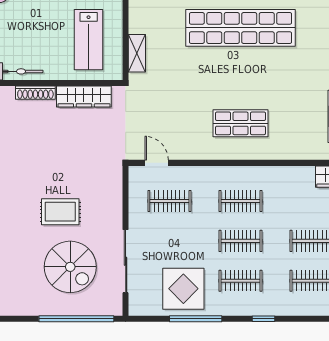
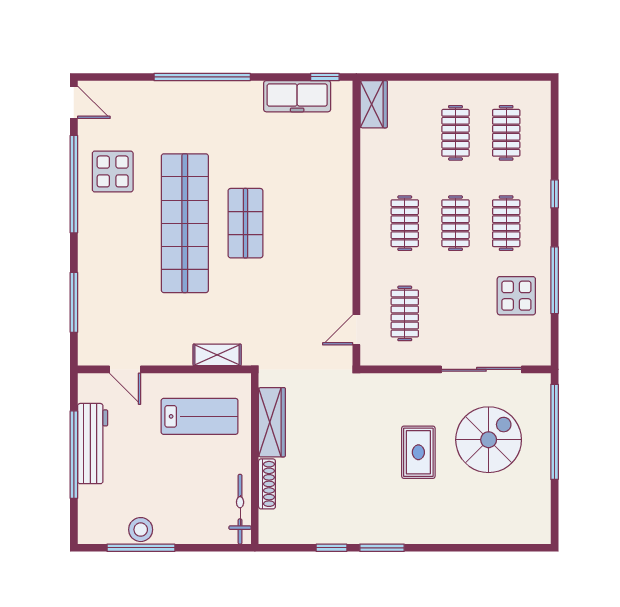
shop shelf: (241, 123) -> (245, 223), moved
display table: (183, 289) -> (516, 296), width x0.73, depth x0.73

